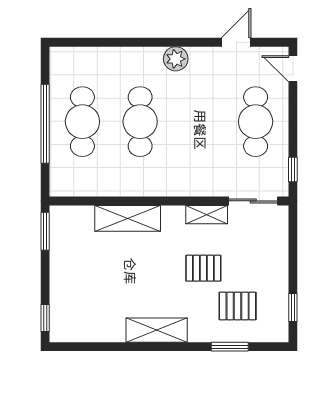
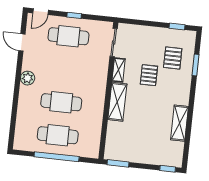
window: (293, 169) -> (74, 15), moved
shelving: (128, 218) -> (117, 102), moved
shelving: (157, 330) -> (180, 123), moved

